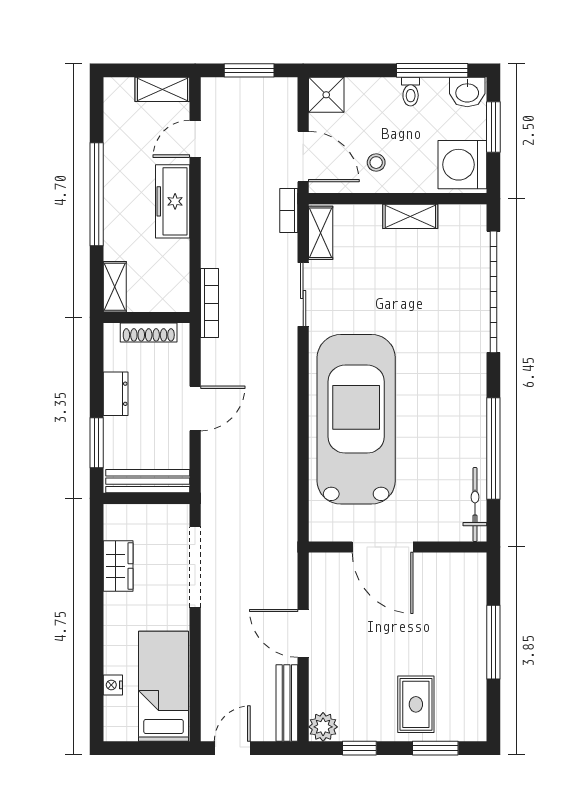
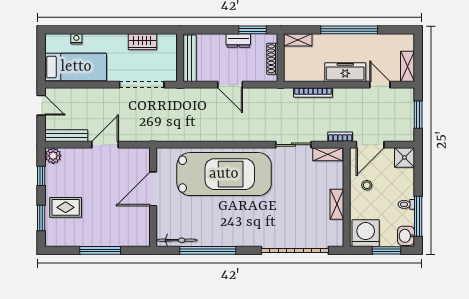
bookcase: (209, 303) -> (313, 92), moved
window: (97, 443) -> (253, 30), moved

